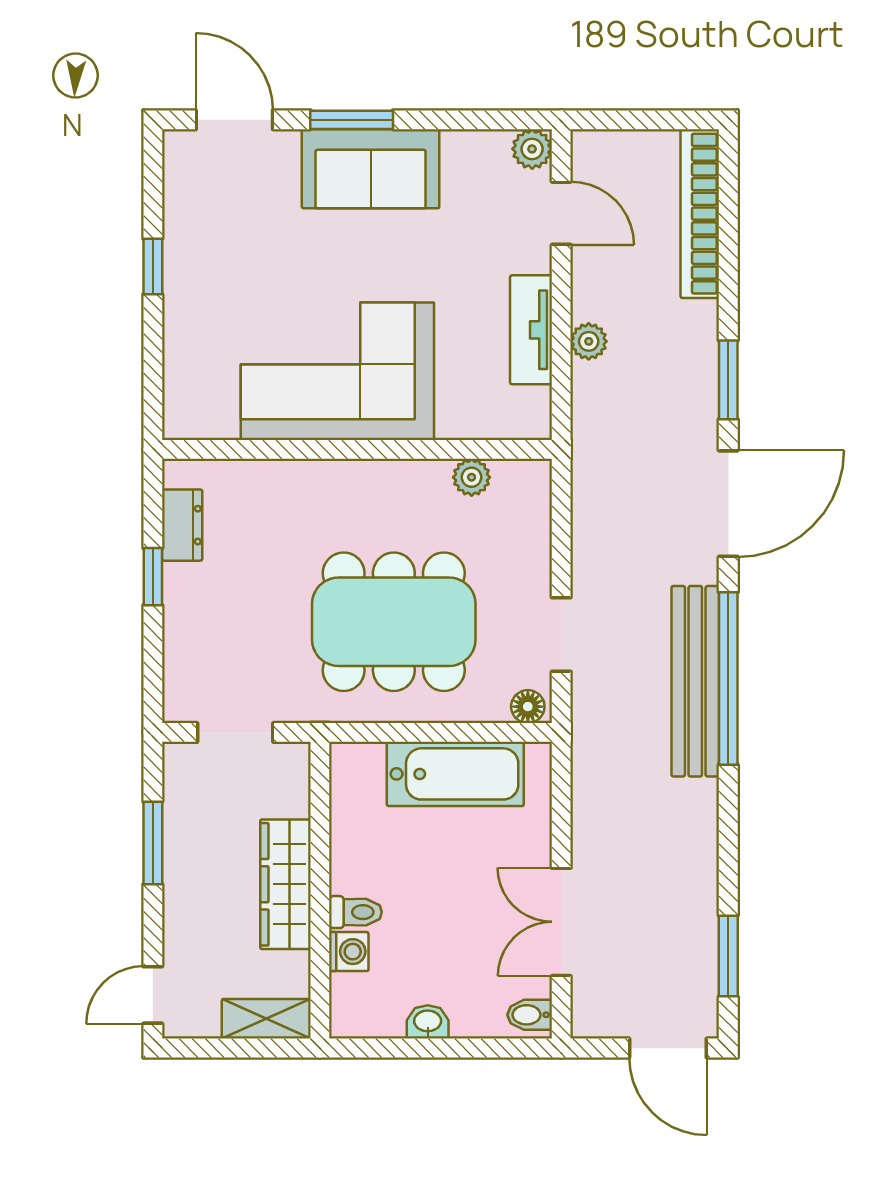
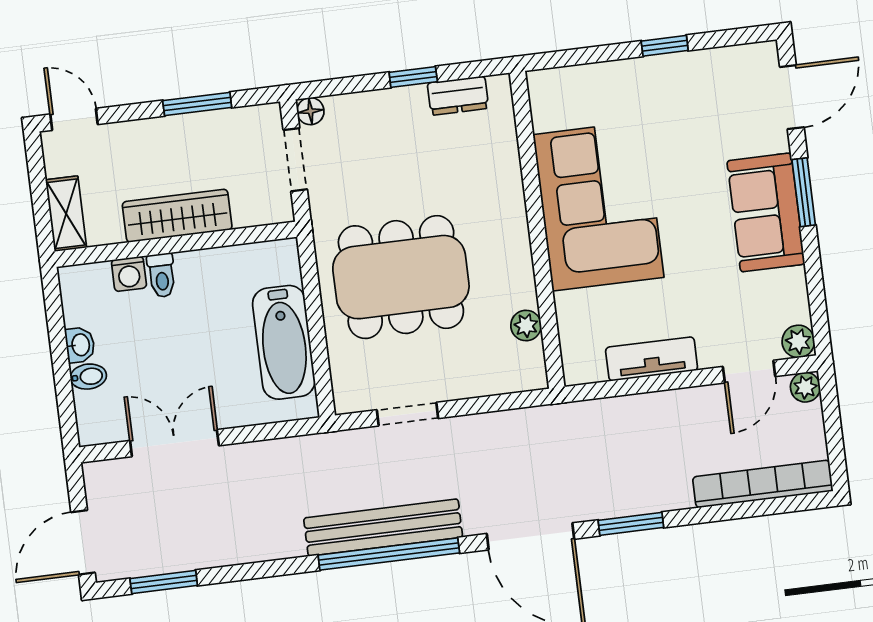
plant: (589, 341) -> (805, 387), moved
dining table: (394, 622) -> (401, 277), turned 90
floor lamp: (528, 707) -> (310, 111), moved
bidet: (530, 1015) -> (88, 377), moved, turned 90

